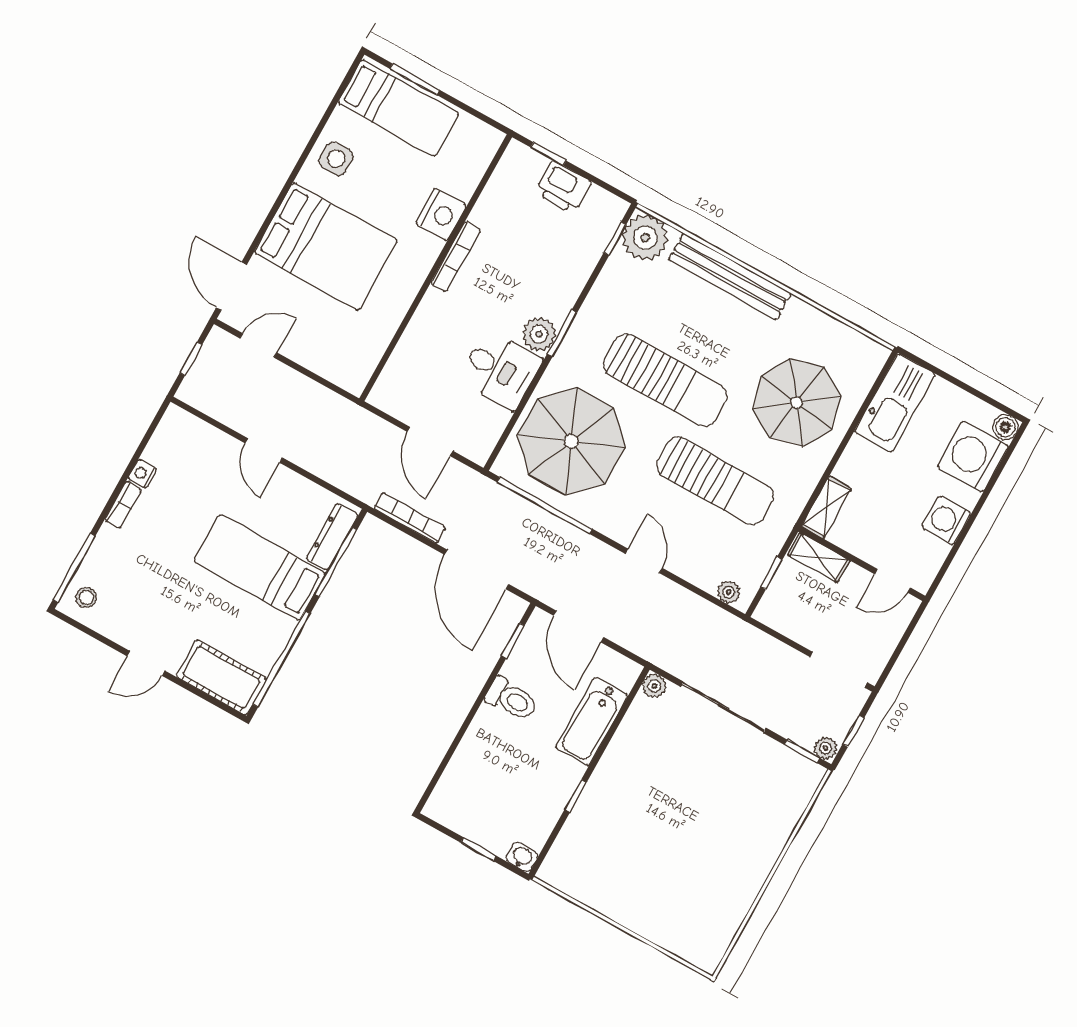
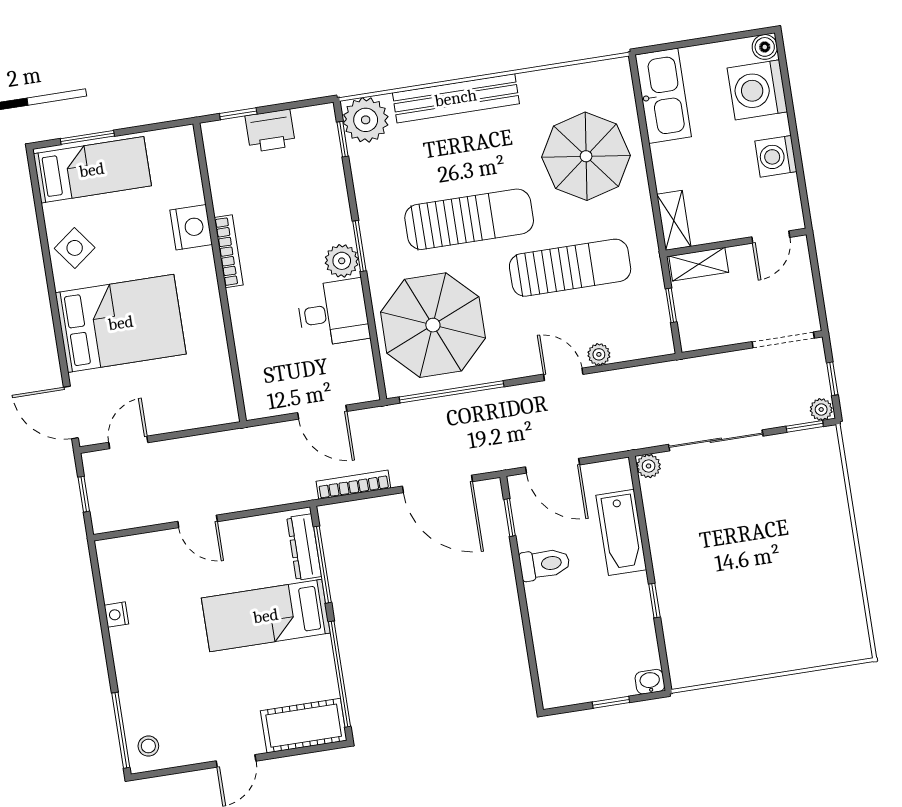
side table: (336, 159) -> (75, 248), turned -37
bookcase: (123, 505) -> (120, 651), removed
plant: (729, 592) -> (599, 354), moved

